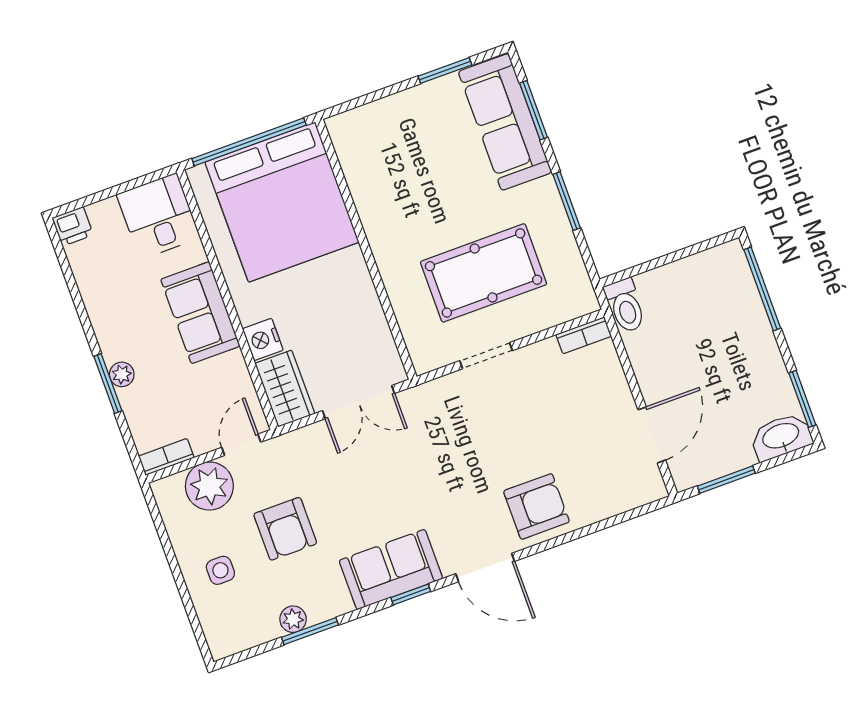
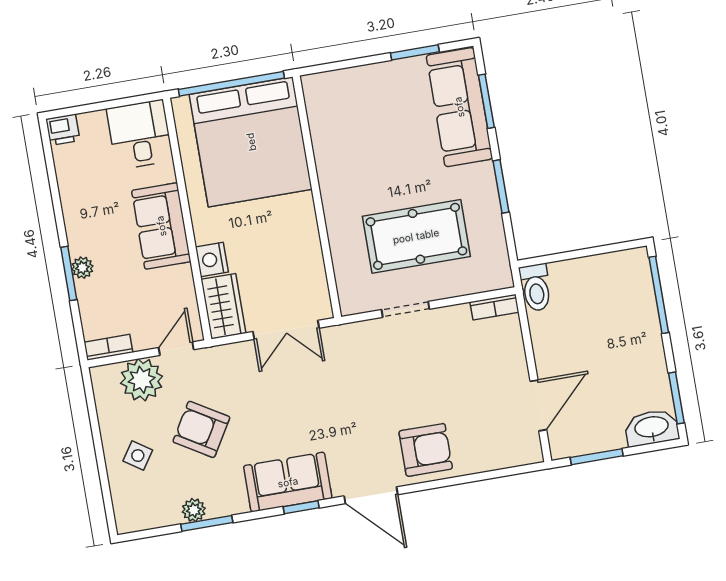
armchair: (285, 529) -> (201, 429), turned 121
side table: (220, 570) -> (138, 456), turned 34

